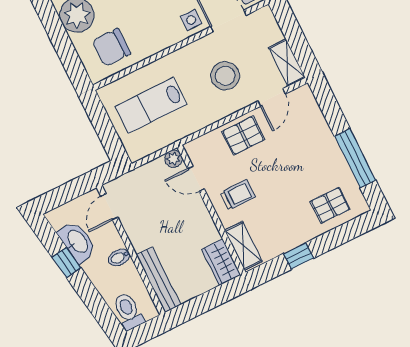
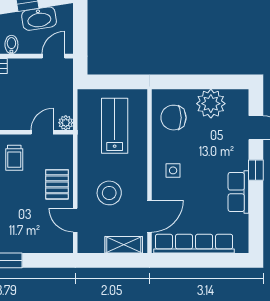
side table: (191, 20) -> (173, 170), moved
chair: (111, 47) -> (173, 118), turned -90
shelving: (287, 63) -> (124, 245), moved
door: (109, 207) -> (53, 56), hinge flipped

